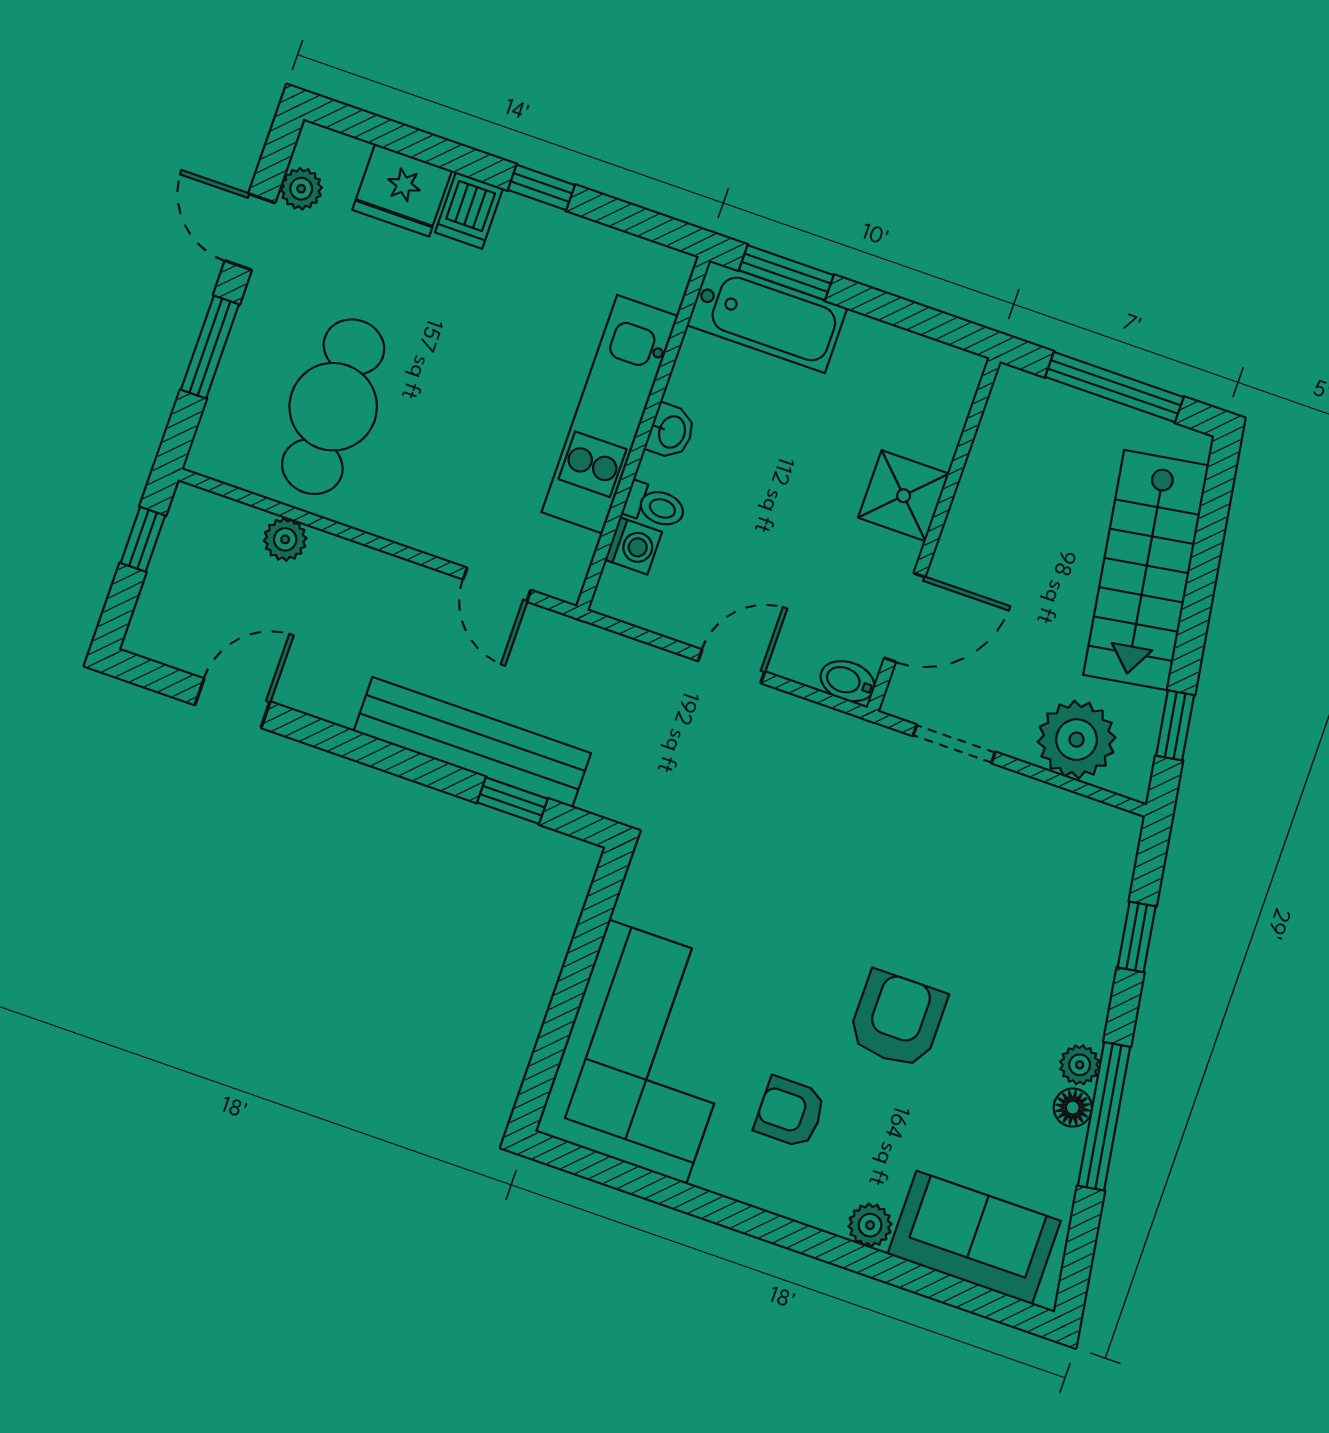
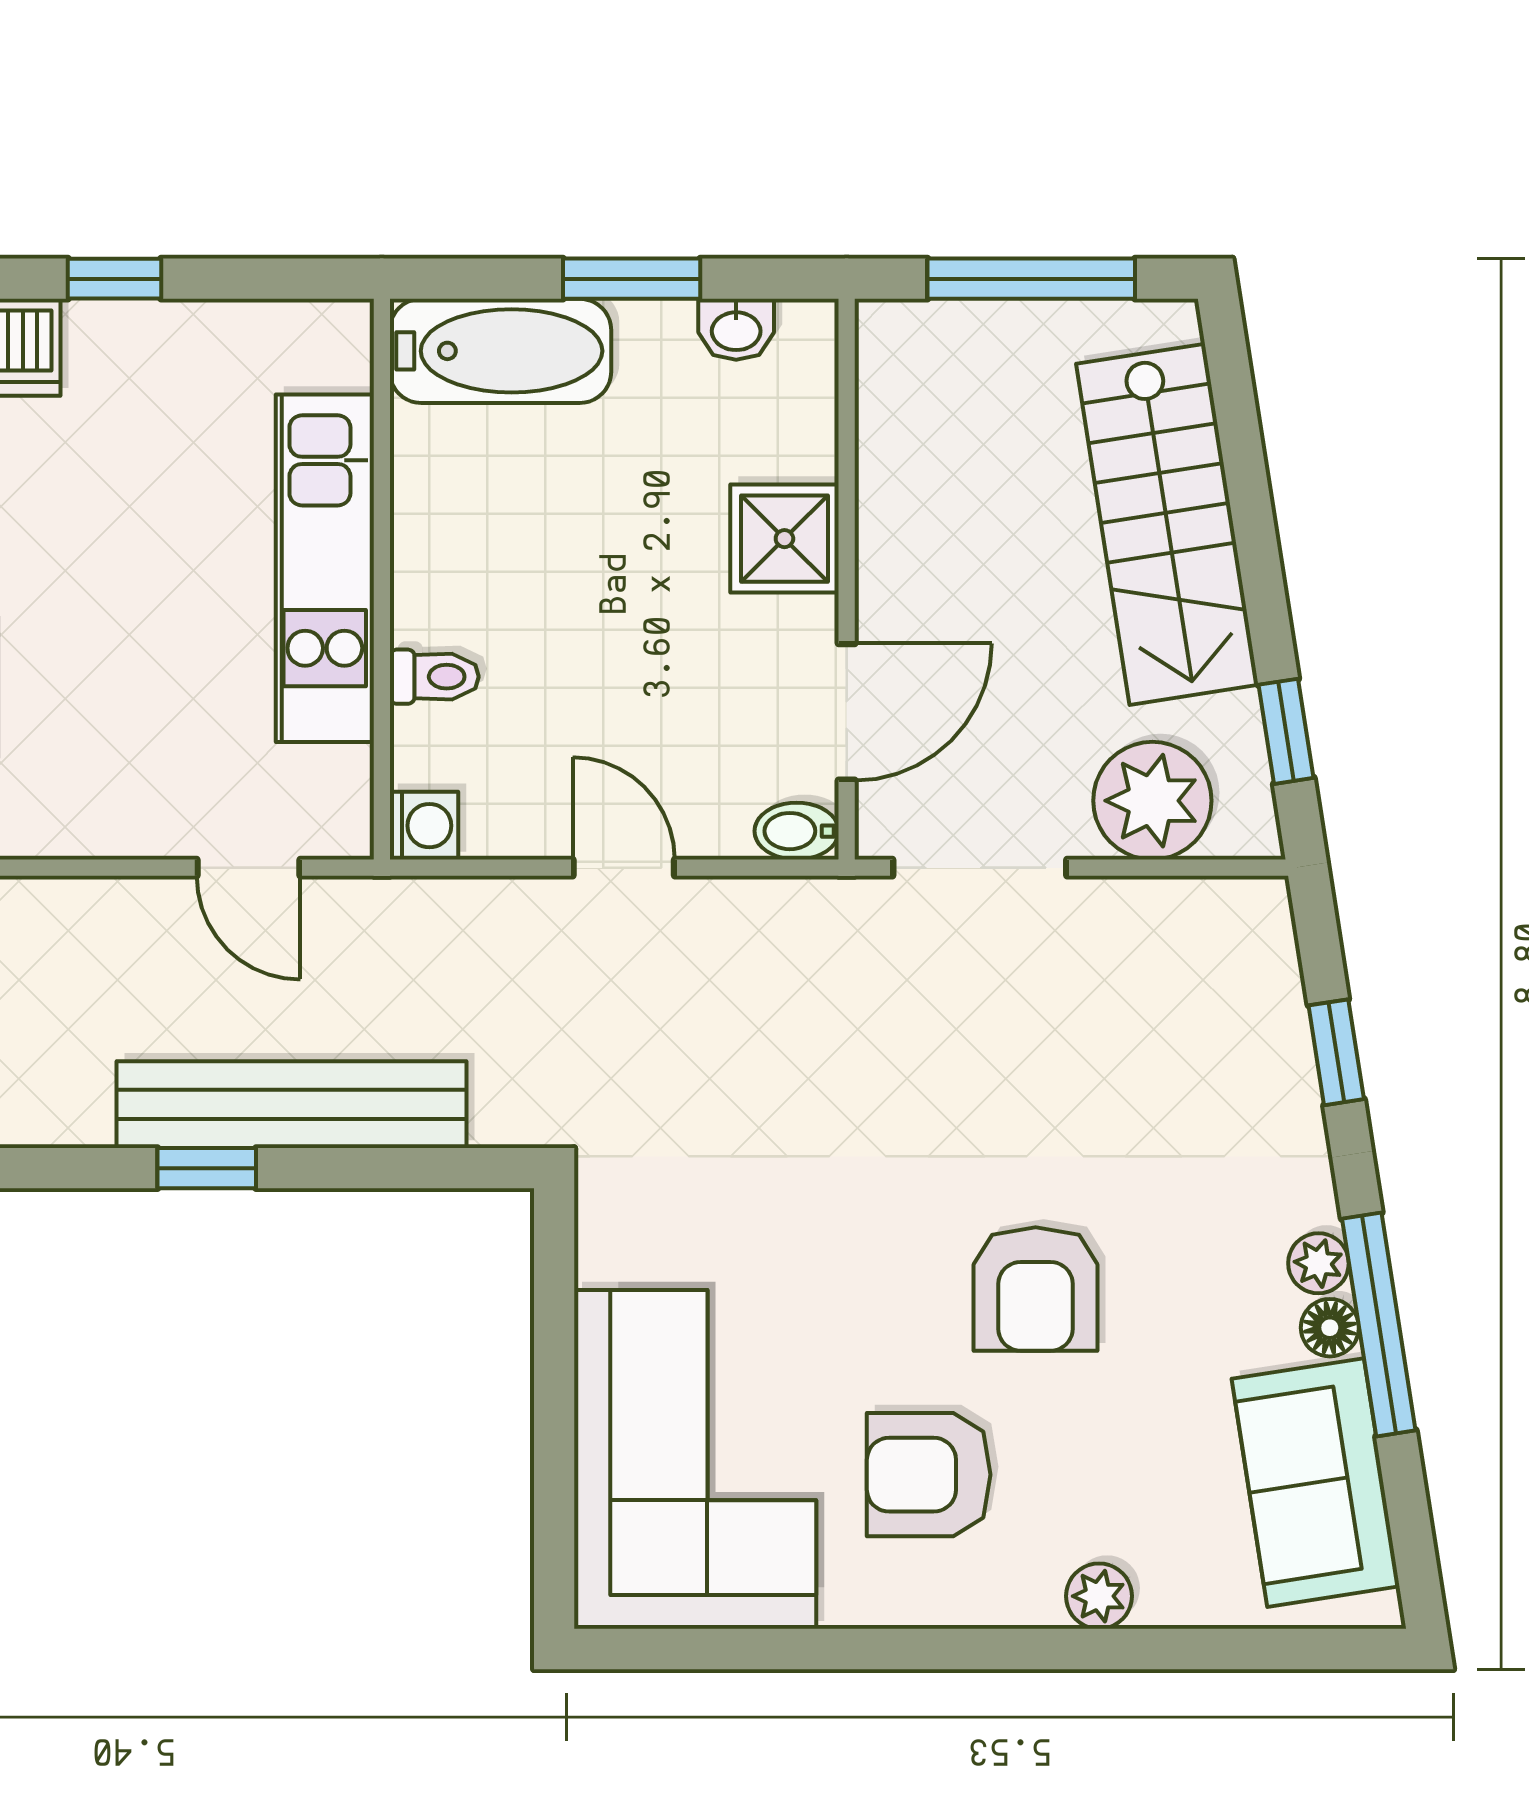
window: (786, 273) -> (632, 279), moved
washbasin: (671, 432) -> (736, 329), moved, turned 90
washing machine: (633, 546) -> (424, 826), moved
door: (731, 666) -> (624, 868), hinge flipped
doorway: (954, 744) -> (980, 868), width x1.38
window: (512, 801) -> (207, 1168), moved
armchair: (897, 1019) -> (1036, 1289), turned 180
armchair: (790, 1112) -> (929, 1475), width x1.38, depth x1.38
sofa: (974, 1238) -> (1316, 1483), moved, turned -99

